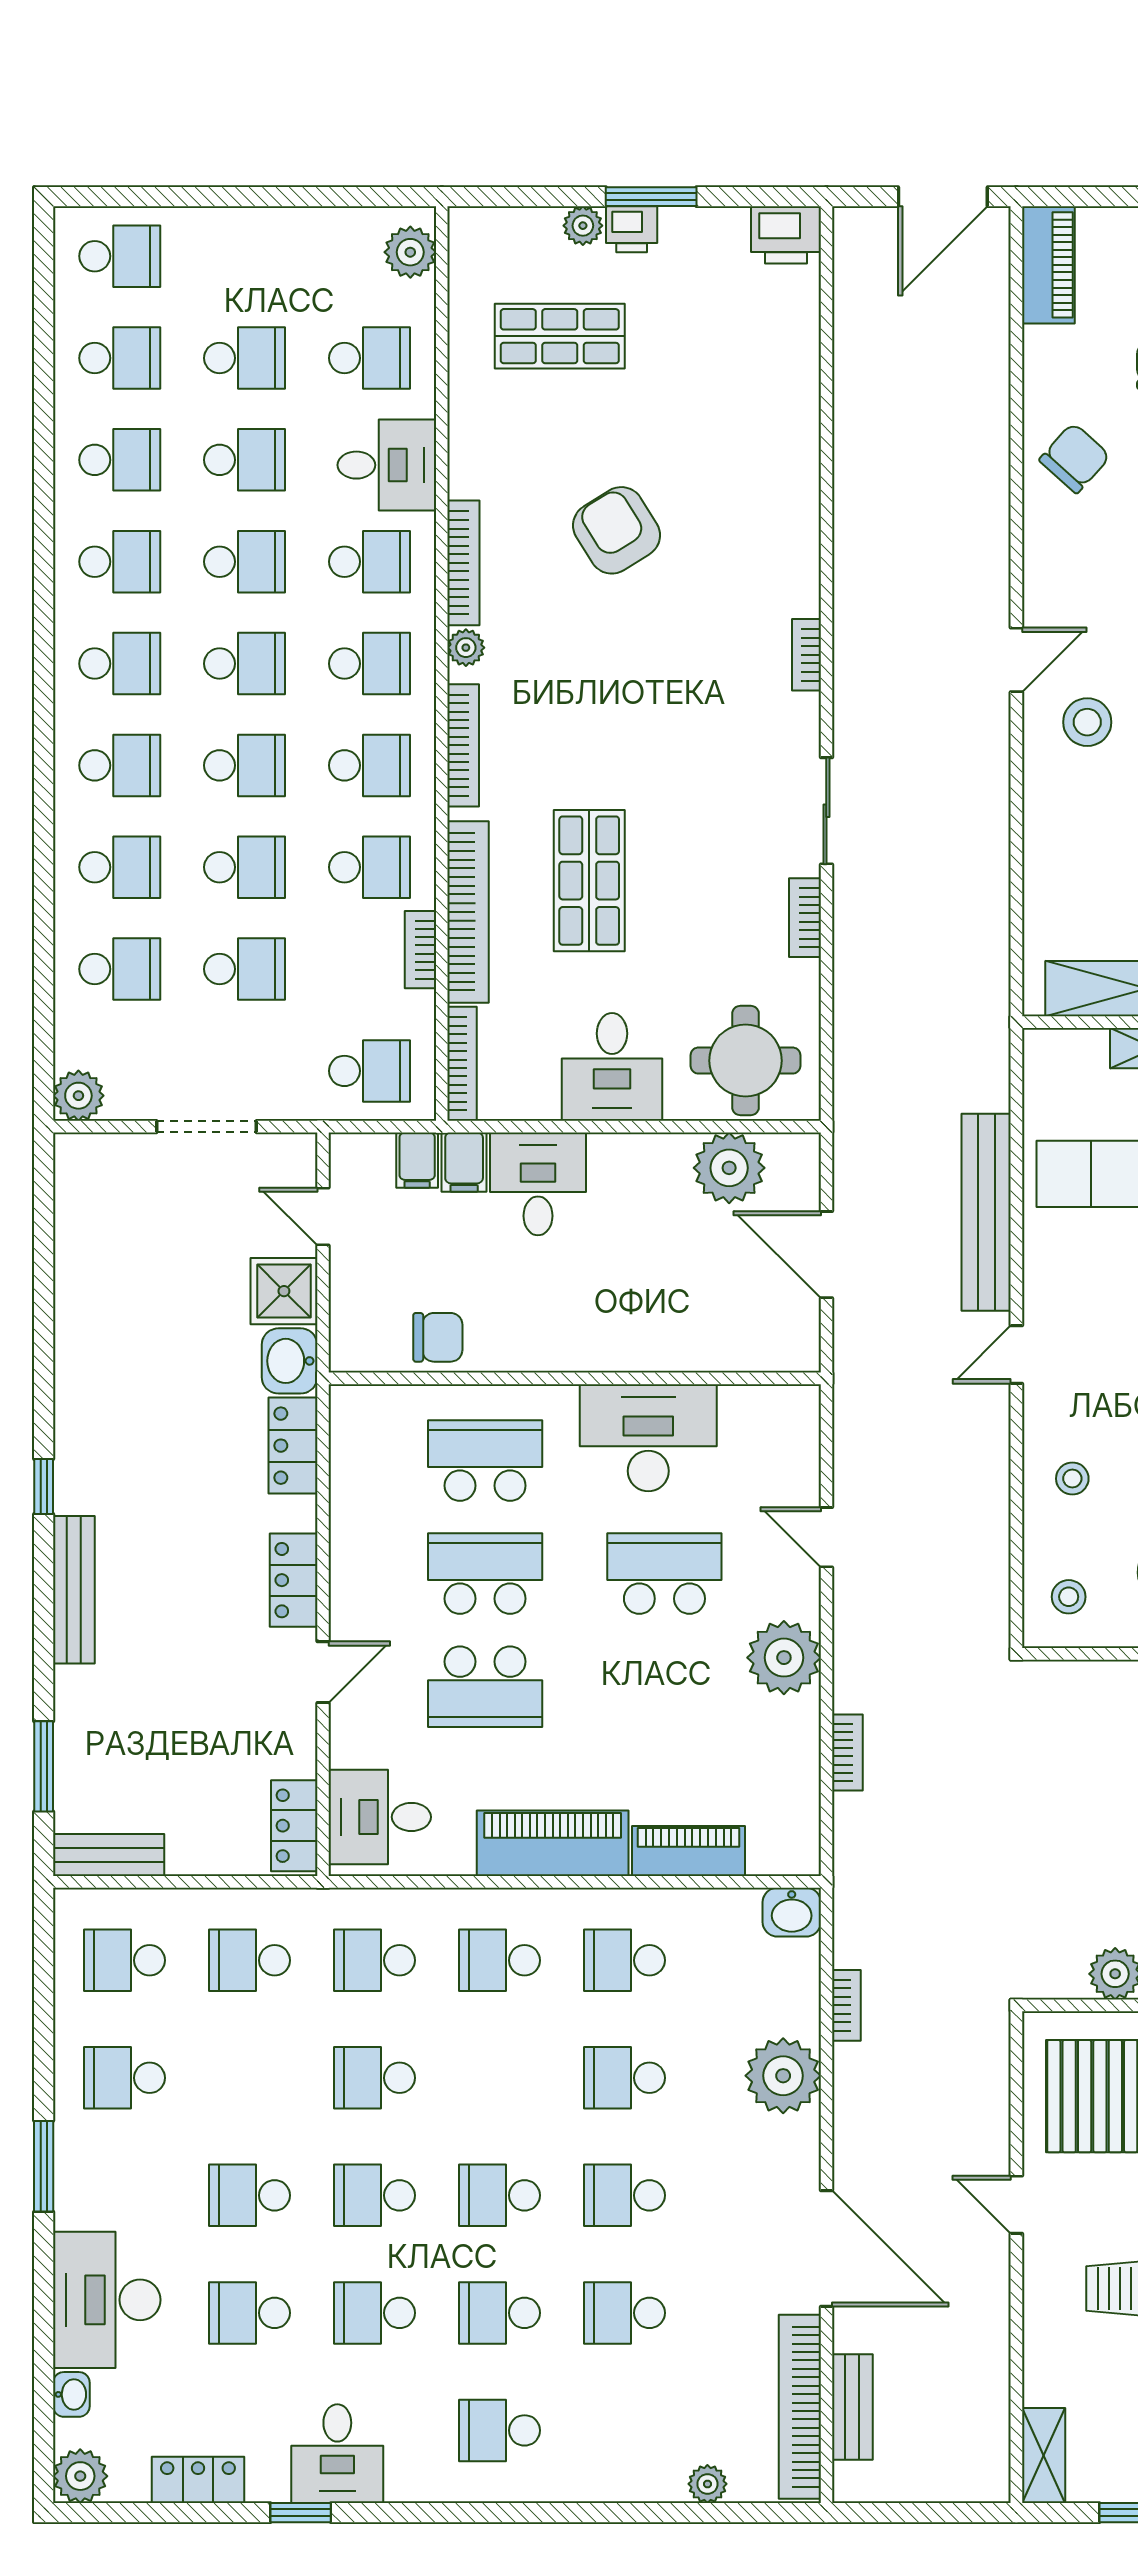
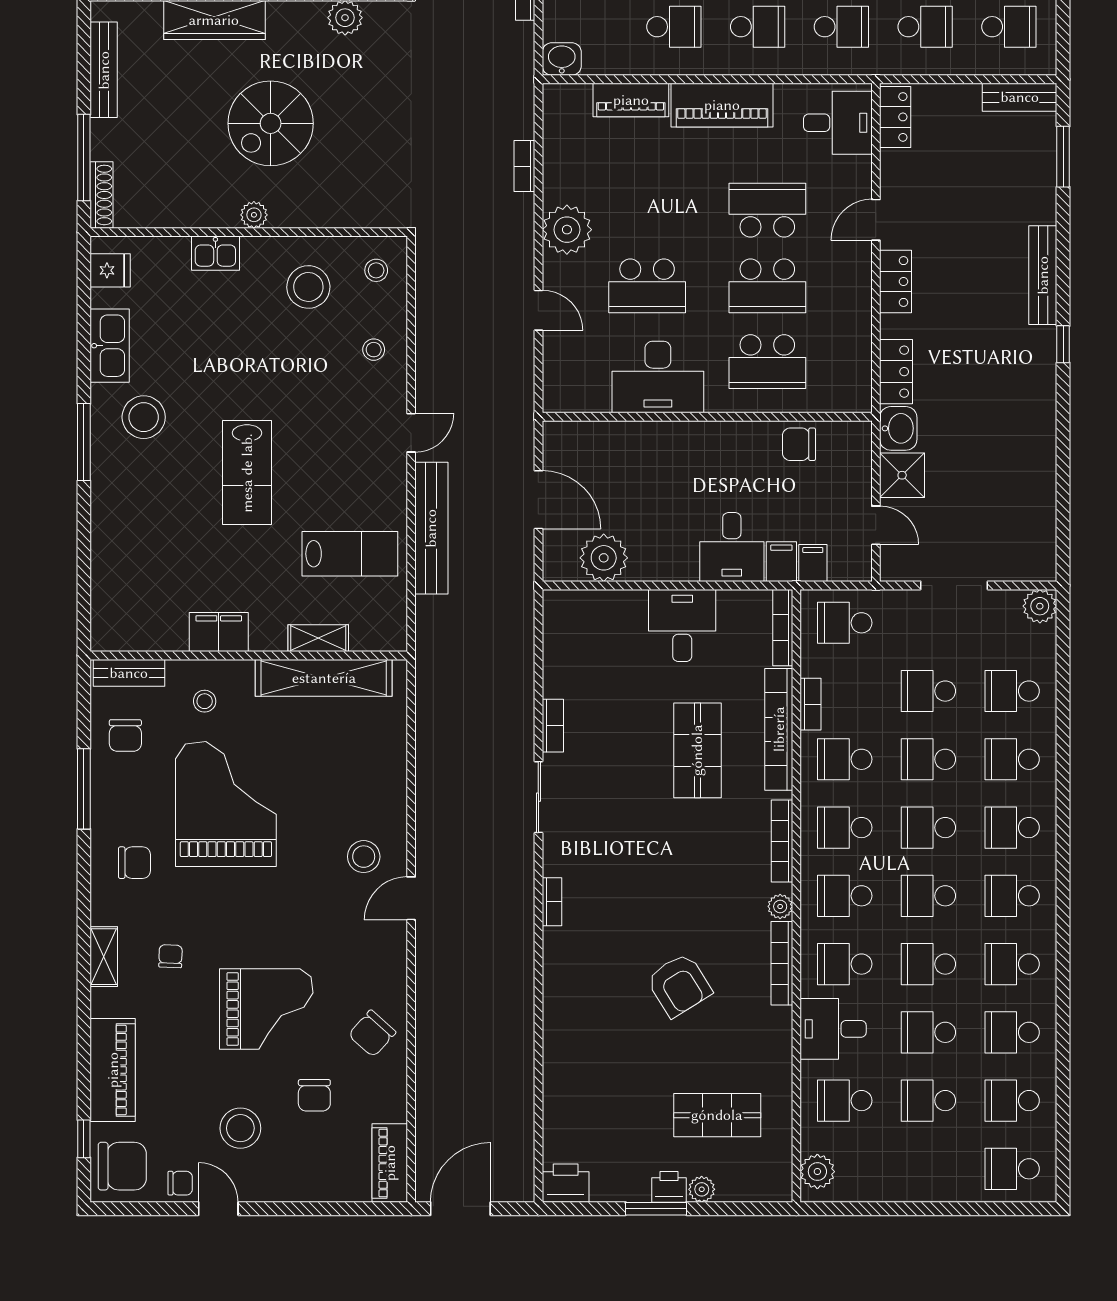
round table: (746, 1061) -> (593, 630), removed

